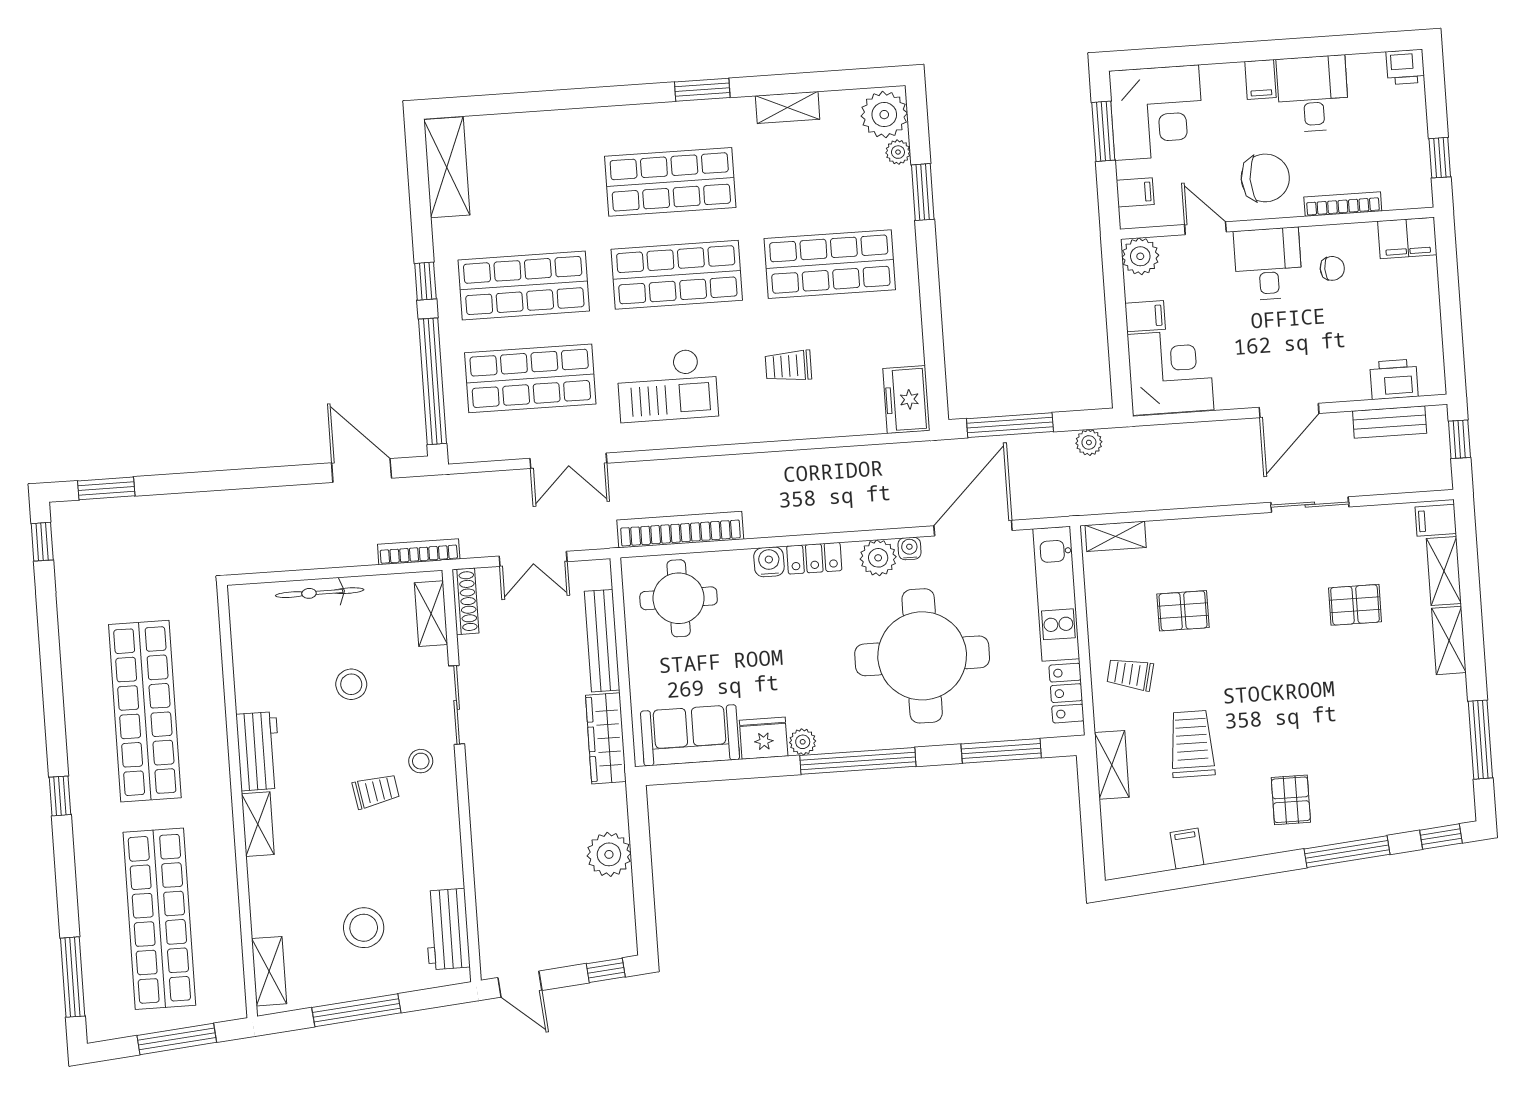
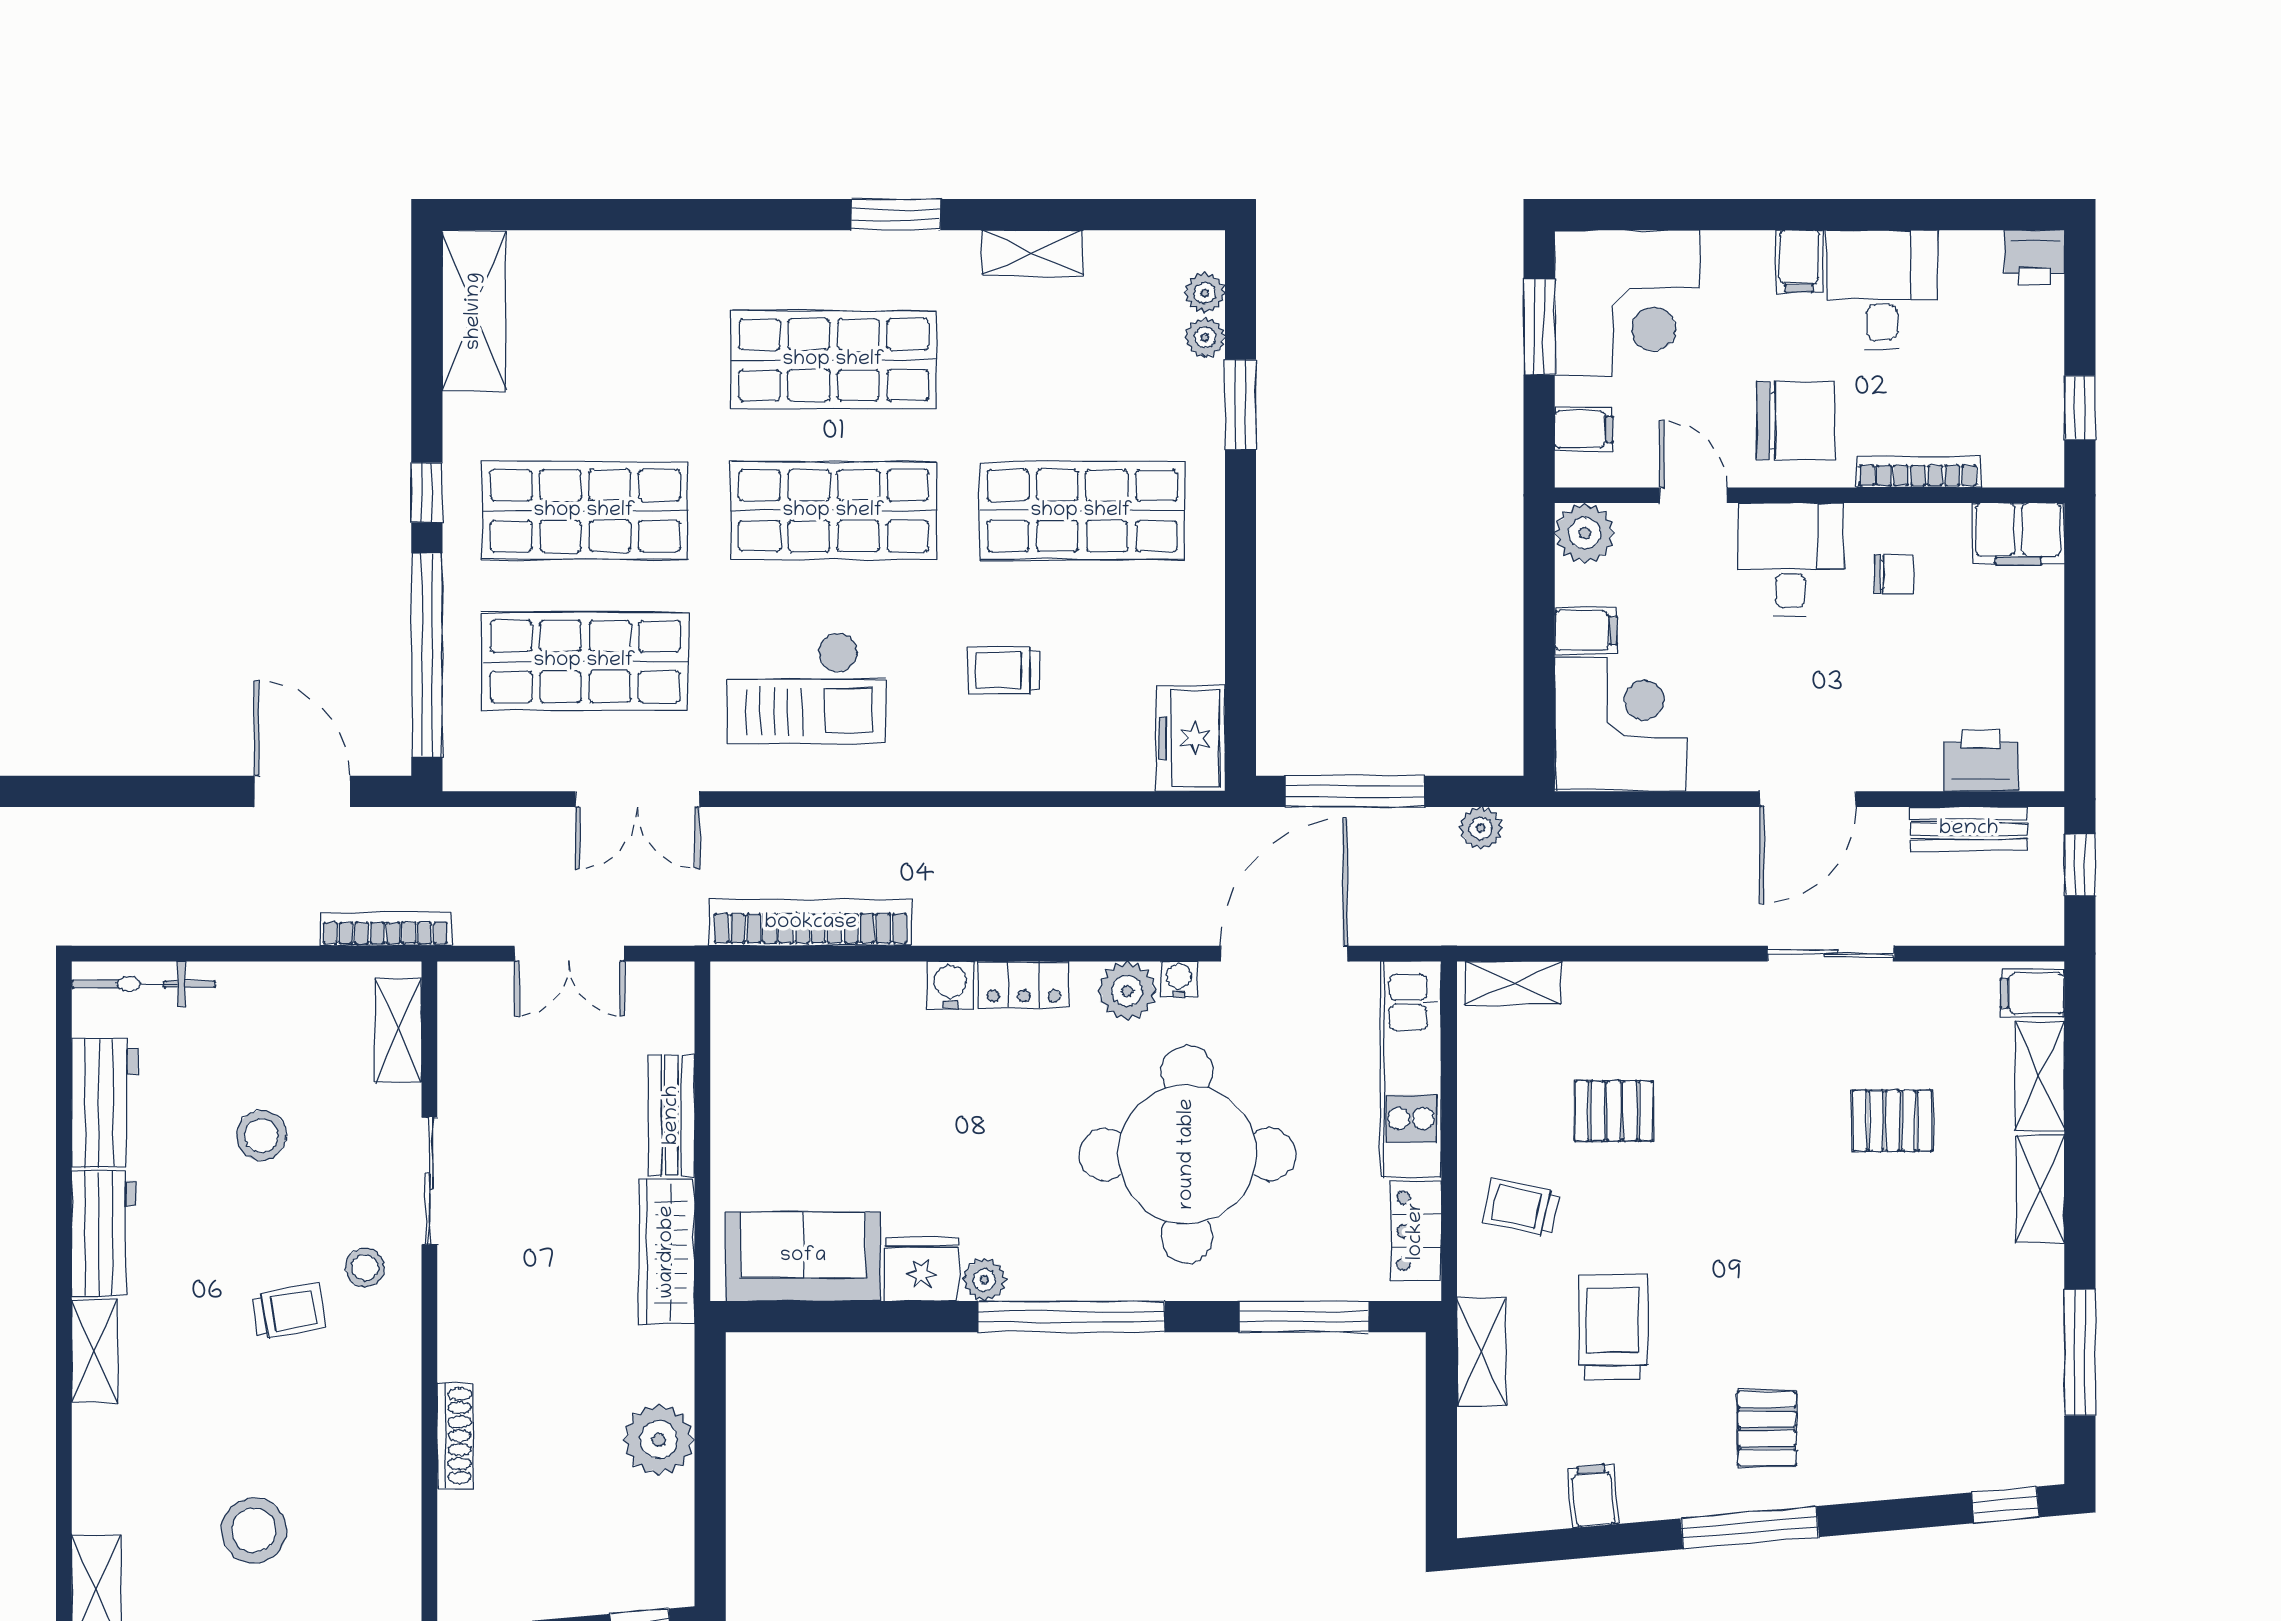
plant: (884, 115) -> (1205, 293), width x0.53, depth x0.53
bicycle: (320, 593) -> (143, 984), moved
round table: (679, 598) -> (800, 1034), removed
shoe rack: (465, 601) -> (455, 1436), moved
bench: (602, 641) -> (672, 1115), width x0.73
window: (1347, 852) -> (1750, 1528), moved
workbench: (447, 929) -> (105, 1103), moved, turned 180

